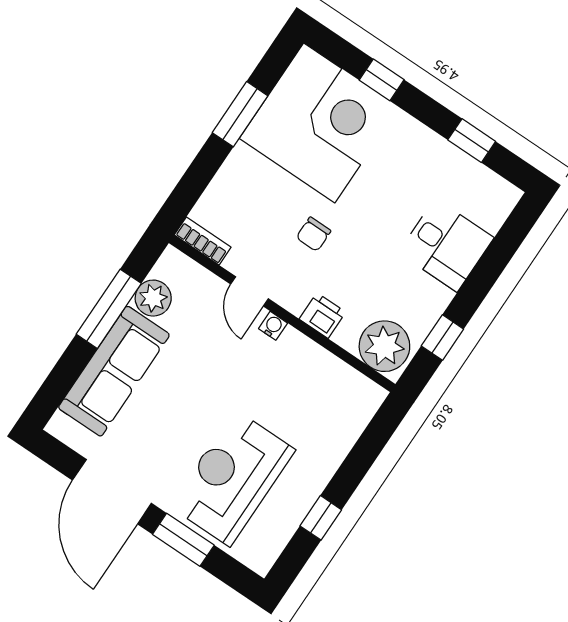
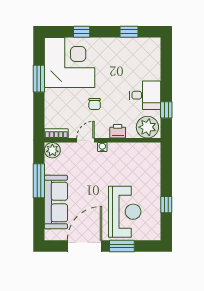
desk: (446, 245) -> (145, 95), moved
door: (249, 291) -> (85, 140), swing flipped
plant: (153, 298) -> (52, 150), moved
reception desk: (232, 478) -> (125, 212), turned 180
door: (112, 492) -> (85, 246), swing flipped

